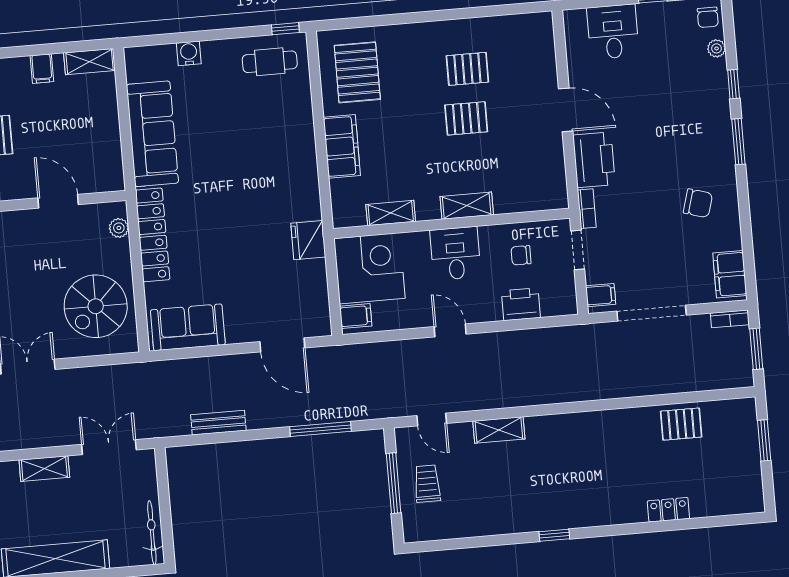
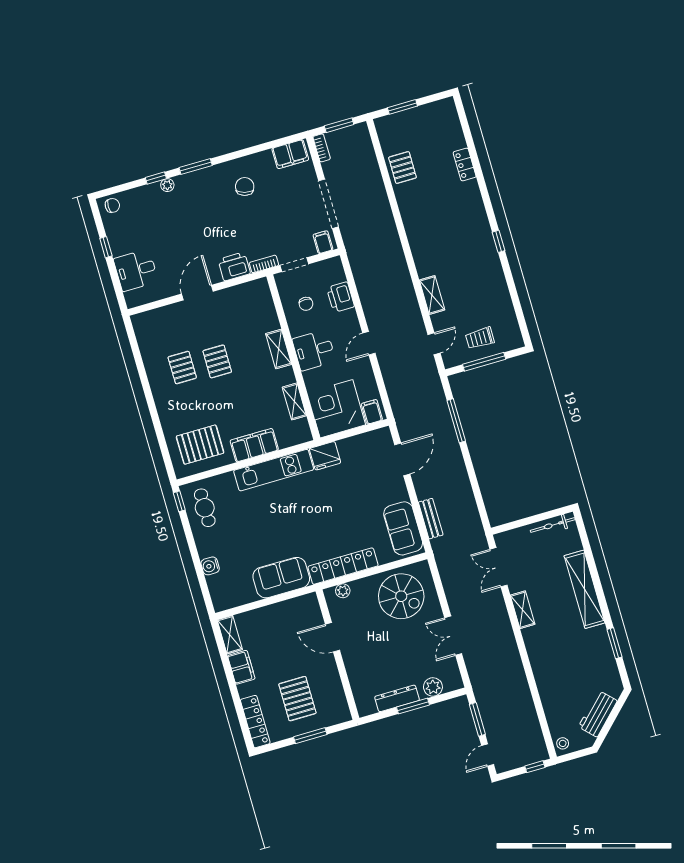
plant: (717, 48) -> (167, 185), moved
filing cabinet: (42, 69) -> (241, 667), width x2.00
sofa: (152, 134) -> (281, 578), width x0.73
printer: (594, 160) -> (234, 266), width x0.73, depth x0.84
kitchen unit: (303, 166) -> (274, 470), added
door: (58, 201) -> (332, 637), hinge flipped
bench: (218, 423) -> (431, 519), moved

